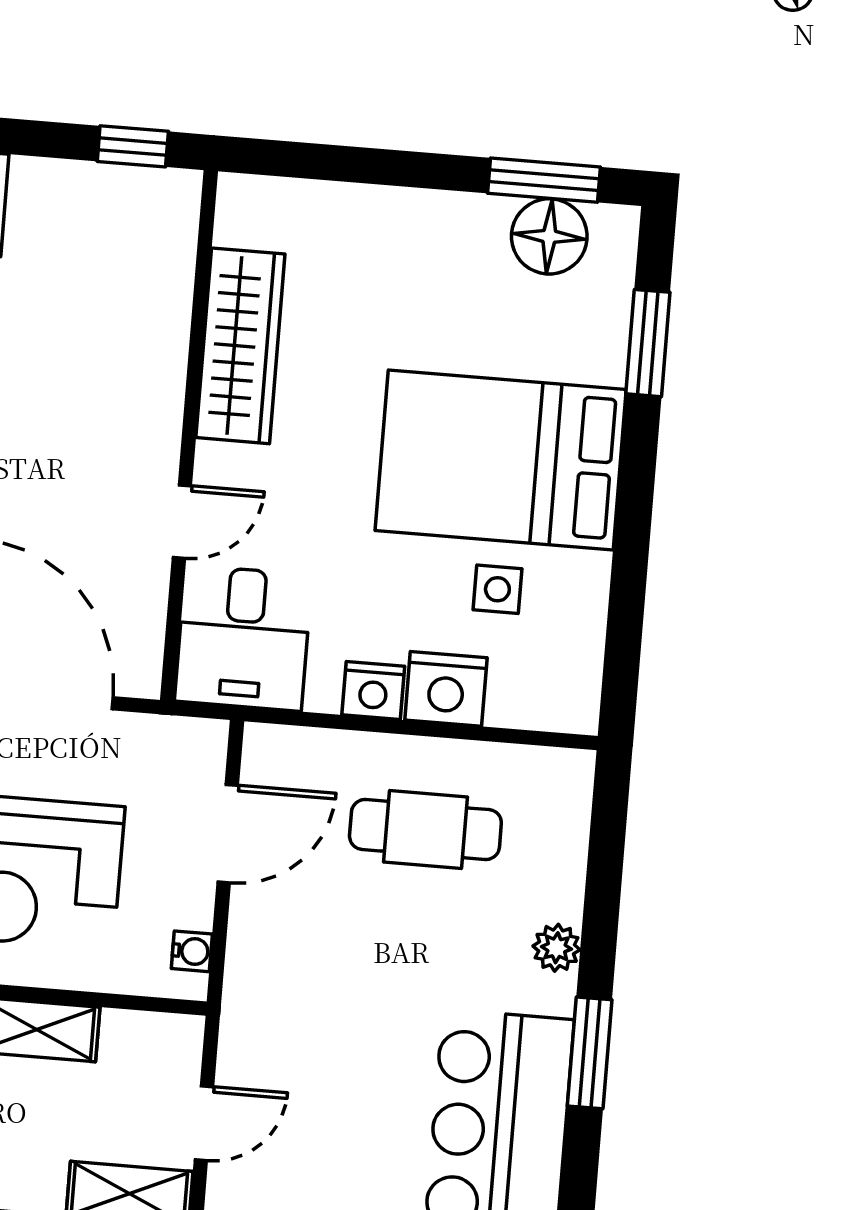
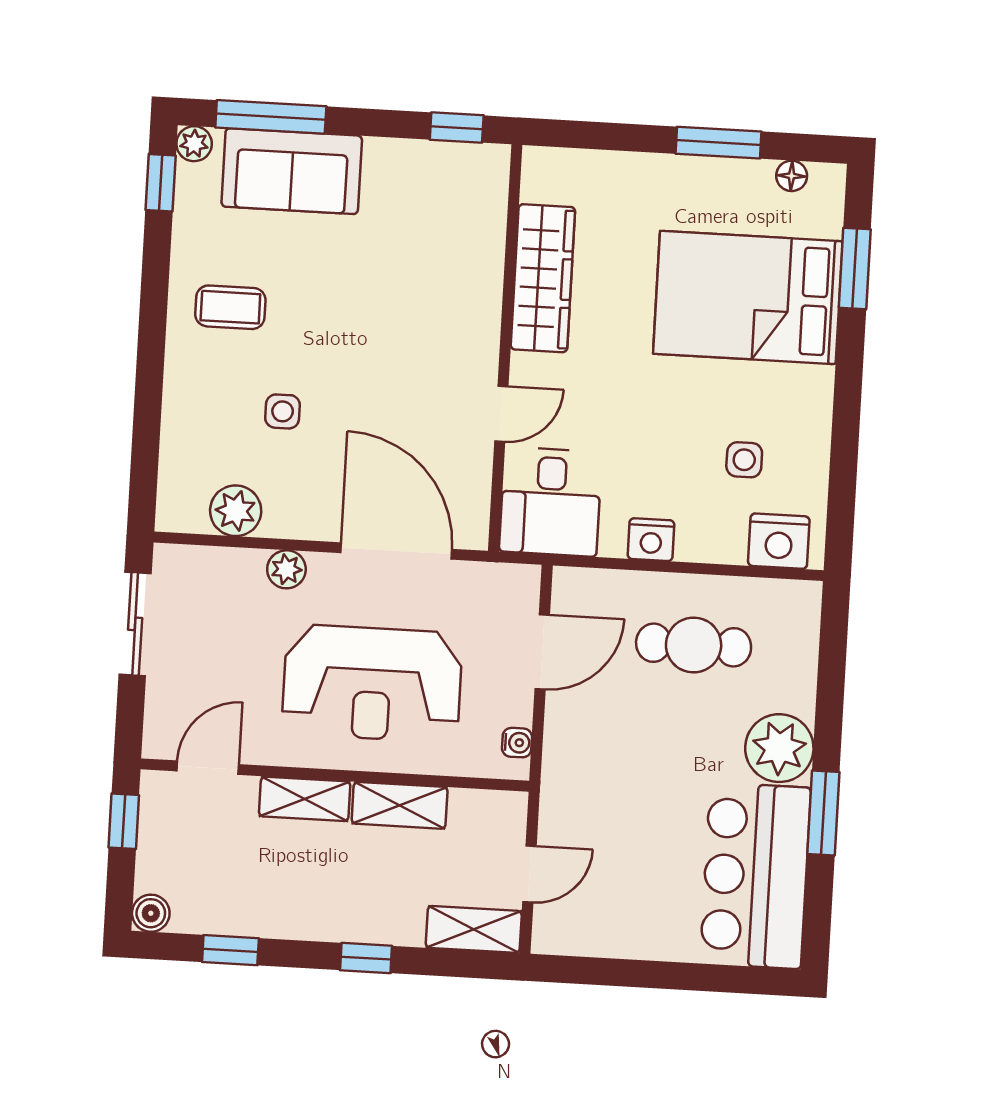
window: (544, 180) -> (719, 143), moved
floor lamp: (549, 236) -> (792, 176), width x0.53, depth x0.53
bed: (501, 460) -> (748, 297), moved
nightstand: (446, 689) -> (779, 541), moved
plant: (557, 948) -> (779, 748), width x1.88, depth x1.88

